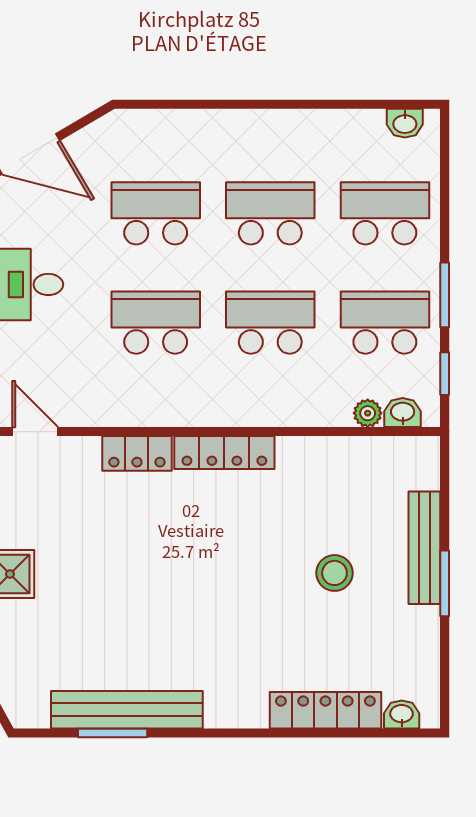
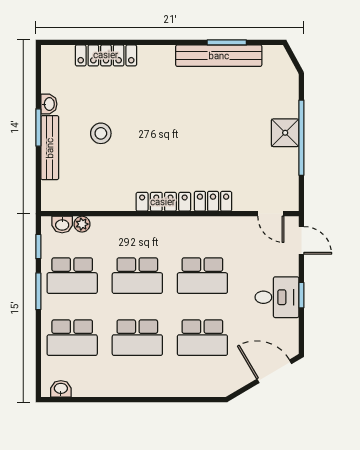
washbasin: (402, 714) -> (49, 104), moved, turned -90

